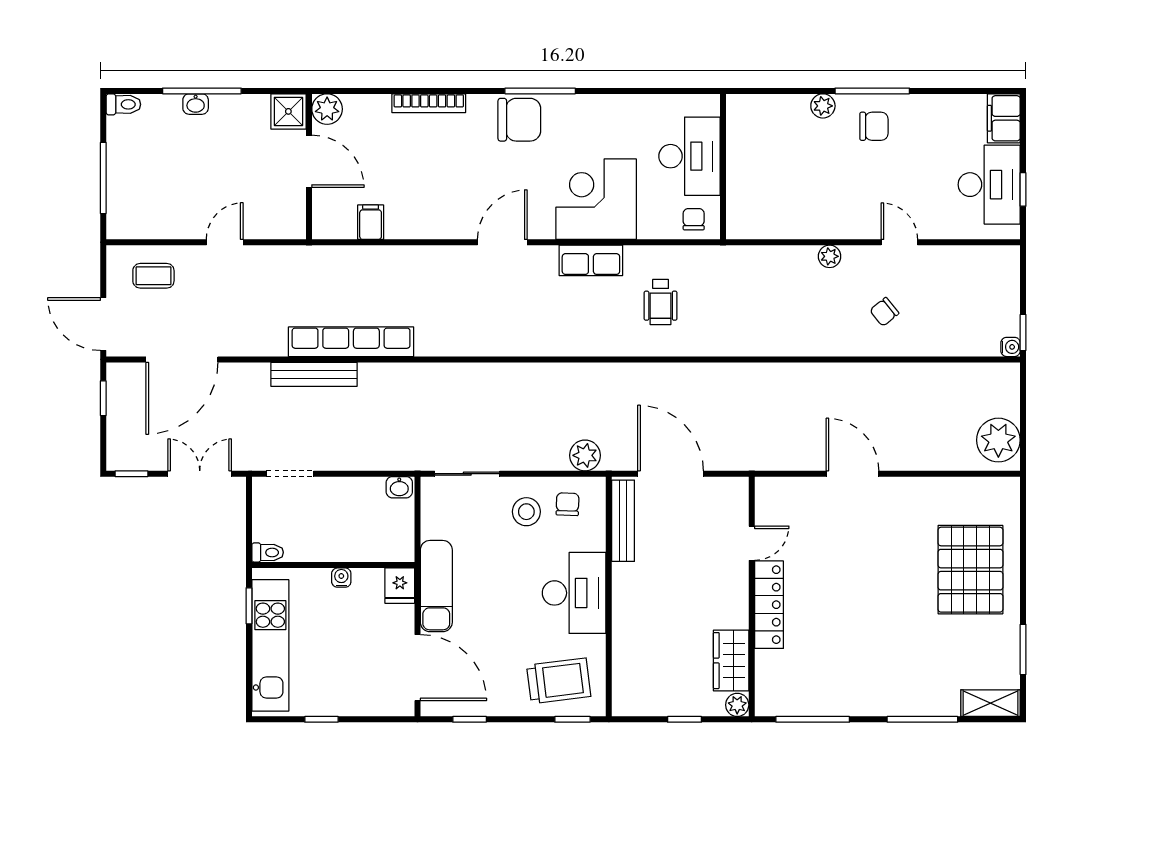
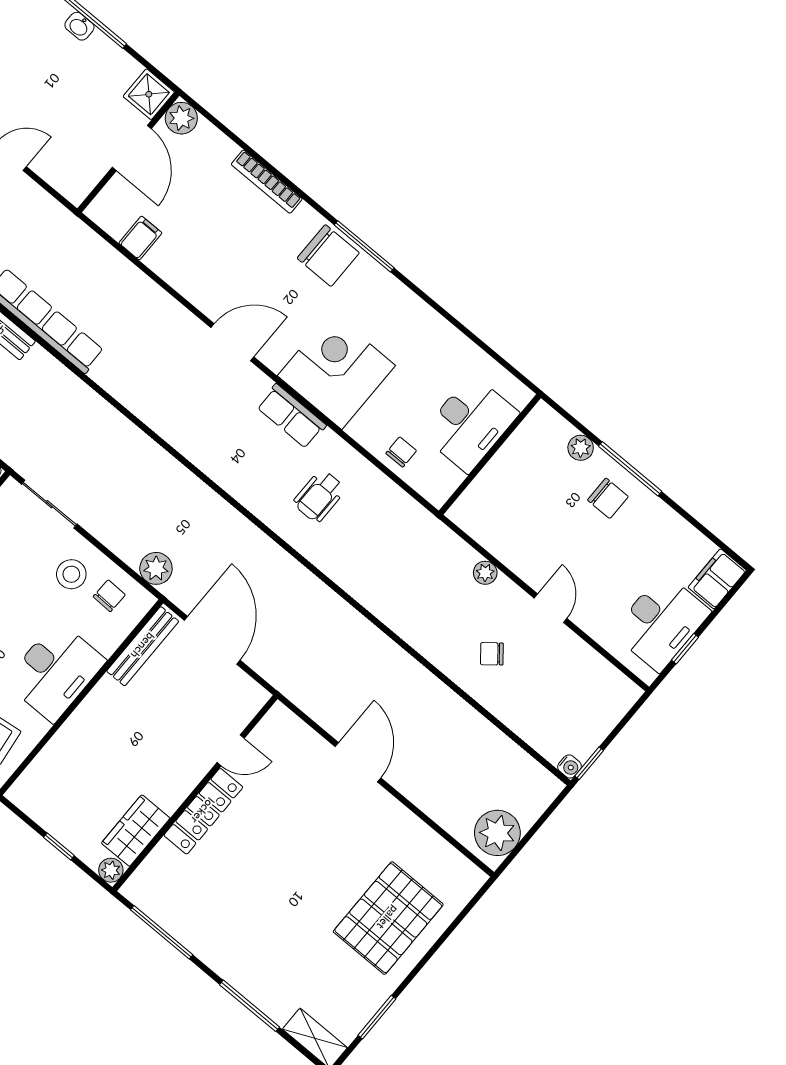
desk: (690, 156) -> (470, 424), moved
wall: (723, 167) -> (490, 454), moved

